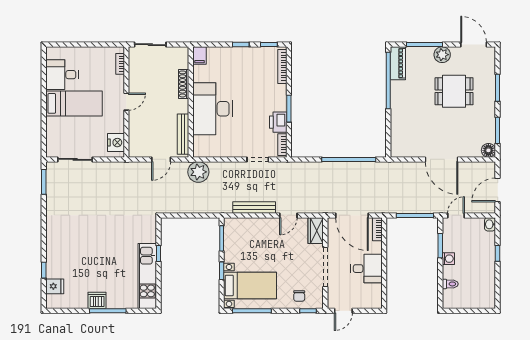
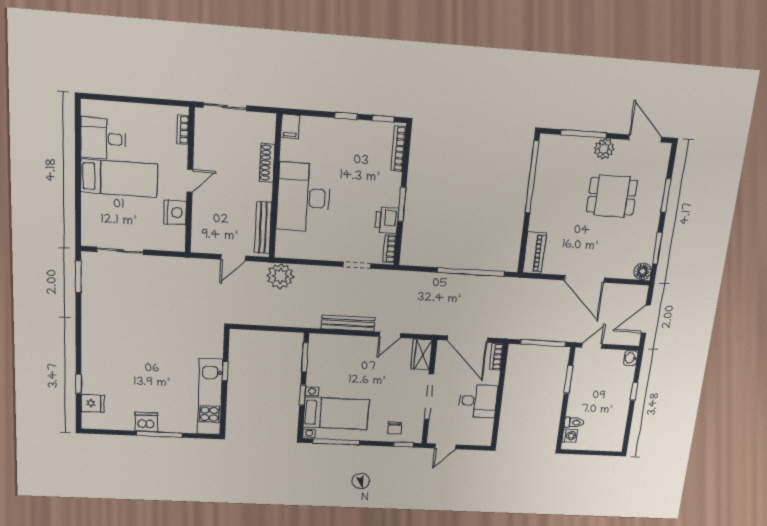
piano: (398, 63) -> (534, 253), moved
nightstand: (116, 143) -> (175, 212), moved
washing machine: (448, 259) -> (570, 436), moved

